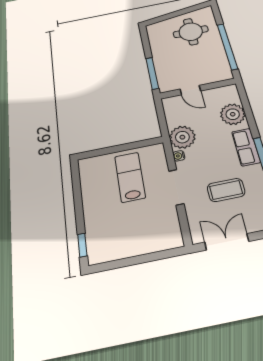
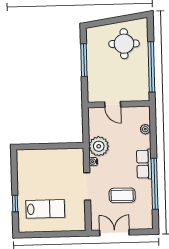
window: (152, 73) -> (84, 60), moved
plant: (233, 114) -> (145, 129), width x0.53, depth x0.53
lab bench: (130, 177) -> (45, 209), moved, turned 90
window: (82, 245) -> (15, 203), moved

